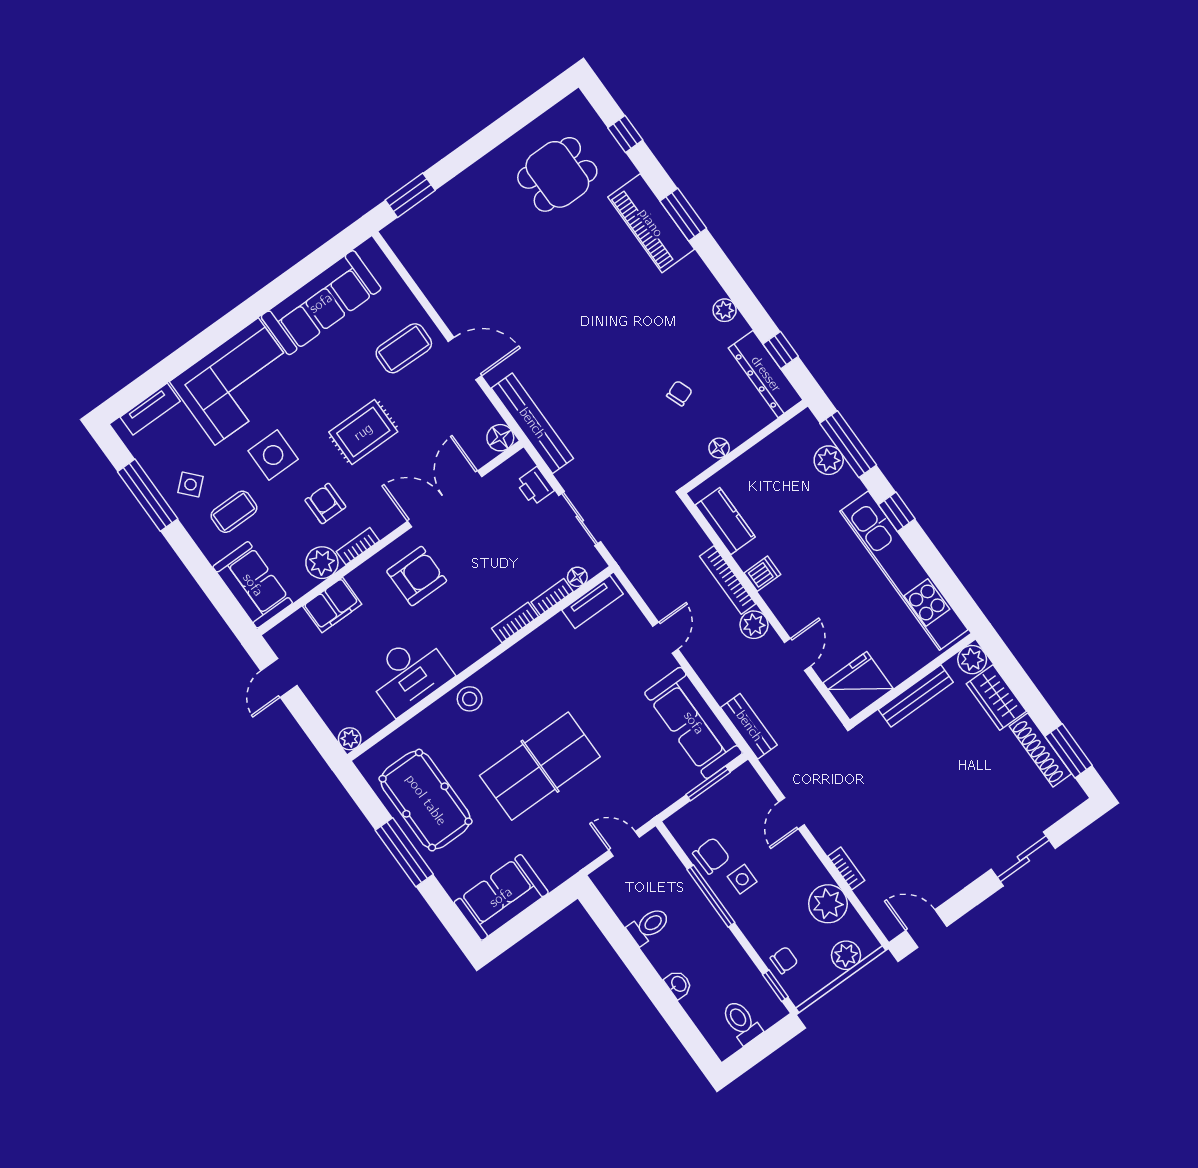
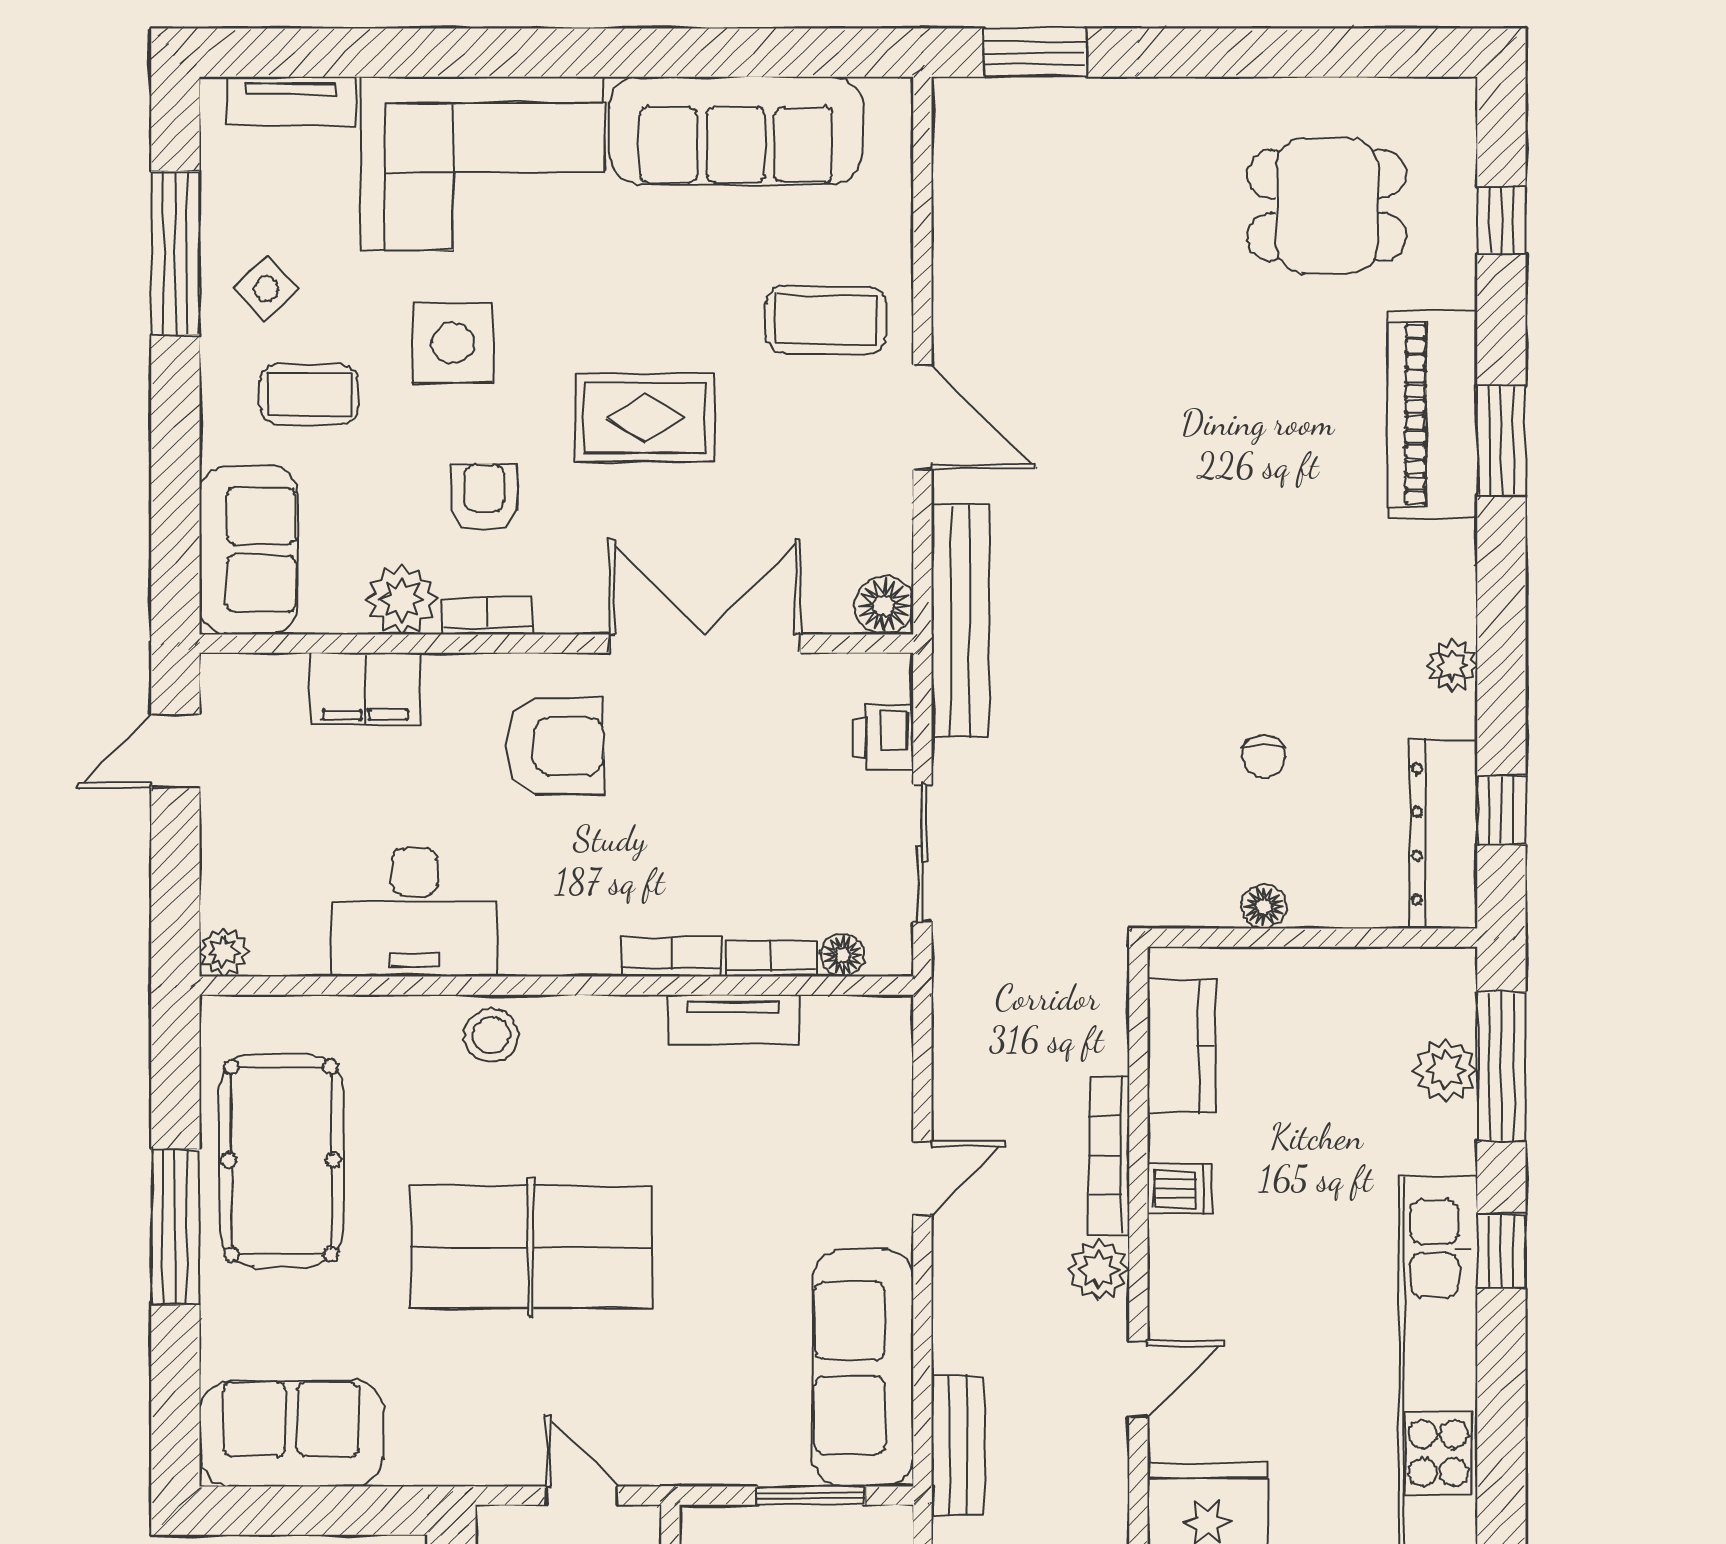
chair: (679, 393) -> (1264, 757), turned 111
tv unit: (592, 602) -> (734, 1020), moved

